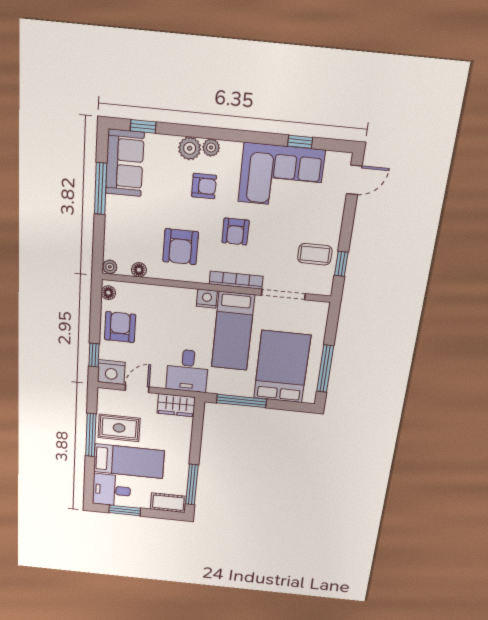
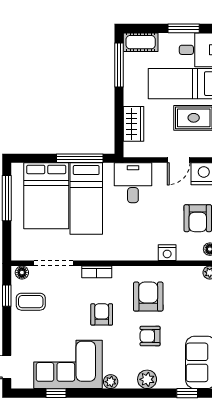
plant: (211, 148) -> (111, 382), moved
armchair: (204, 186) -> (150, 336), moved
floor lamp: (139, 270) -> (22, 273), moved
bookcase: (236, 280) -> (97, 272), width x0.64
nightstand: (207, 299) -> (167, 253), moved
bed: (233, 331) -> (86, 198), moved, turned 180
wardrobe: (176, 405) -> (133, 124), moved, turned 90

